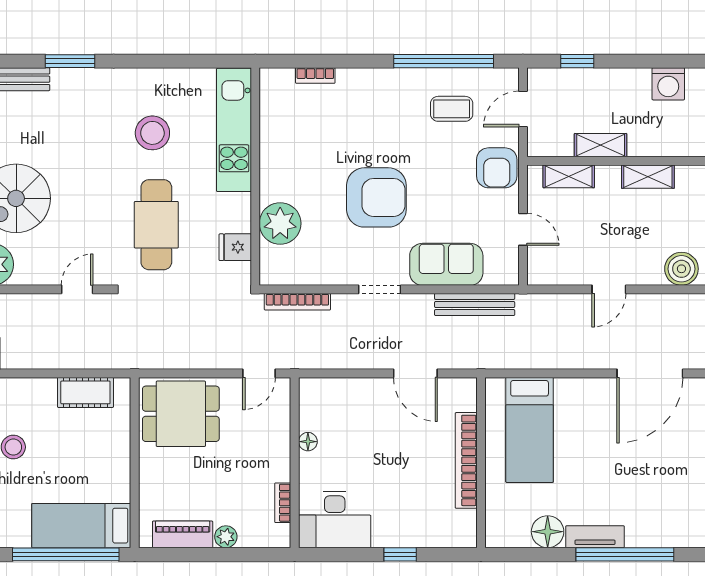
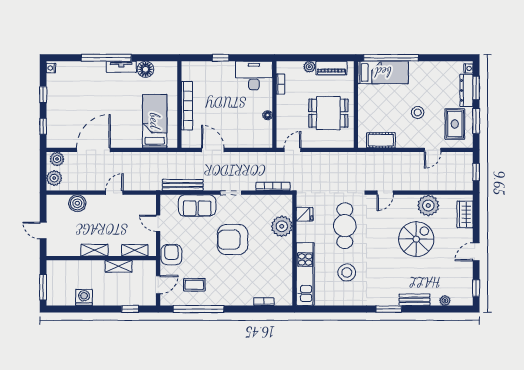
dining table: (181, 414) -> (328, 113), moved

